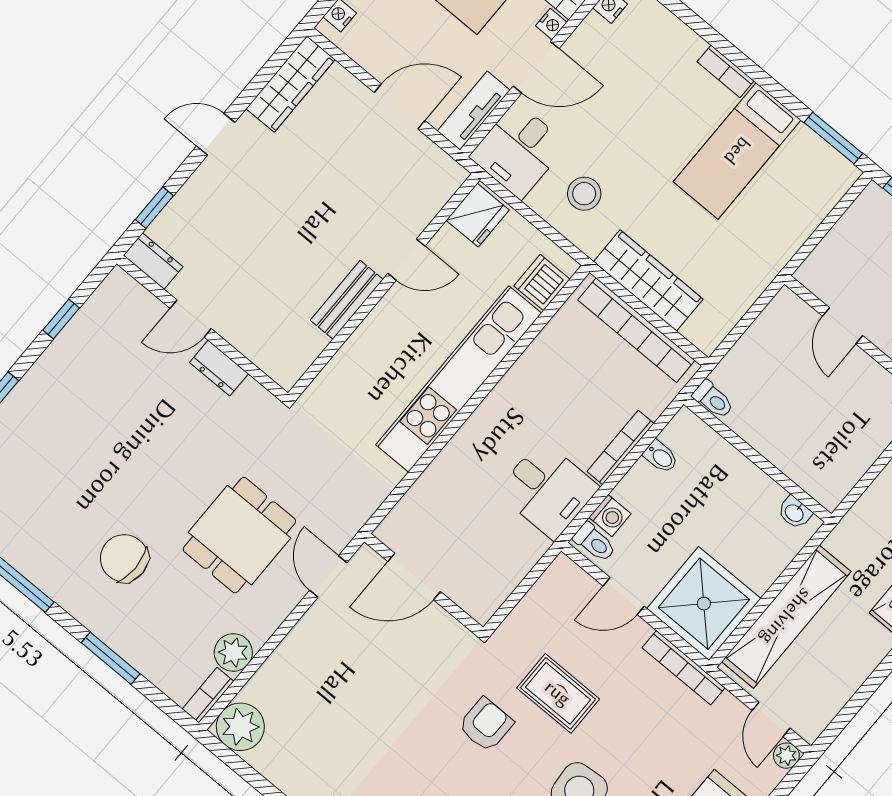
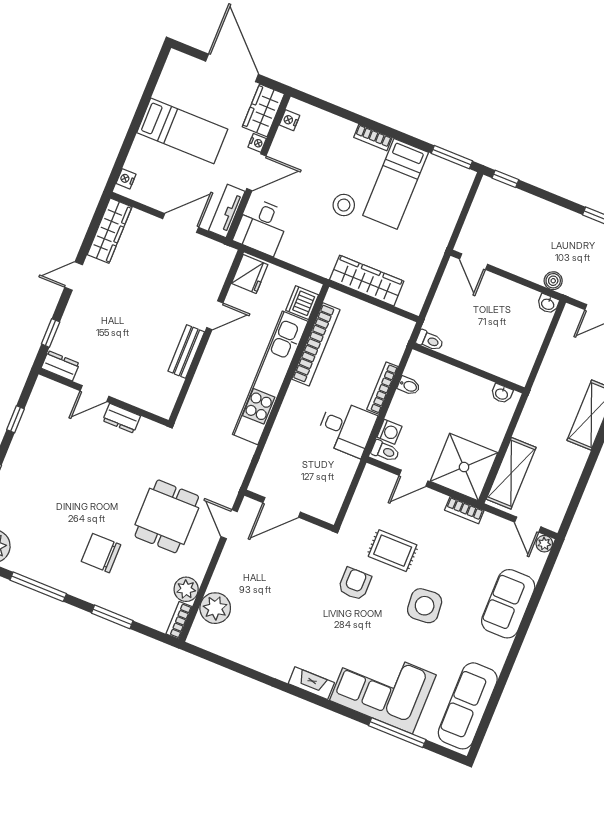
stool: (584, 194) -> (344, 205), moved
door: (843, 326) -> (474, 262), moved
bookcase: (636, 330) -> (316, 344), moved, turned -90
shelving: (786, 617) -> (511, 473), width x0.68
bookcase: (684, 668) -> (464, 510), width x0.64
plant: (240, 727) -> (215, 608), moved

